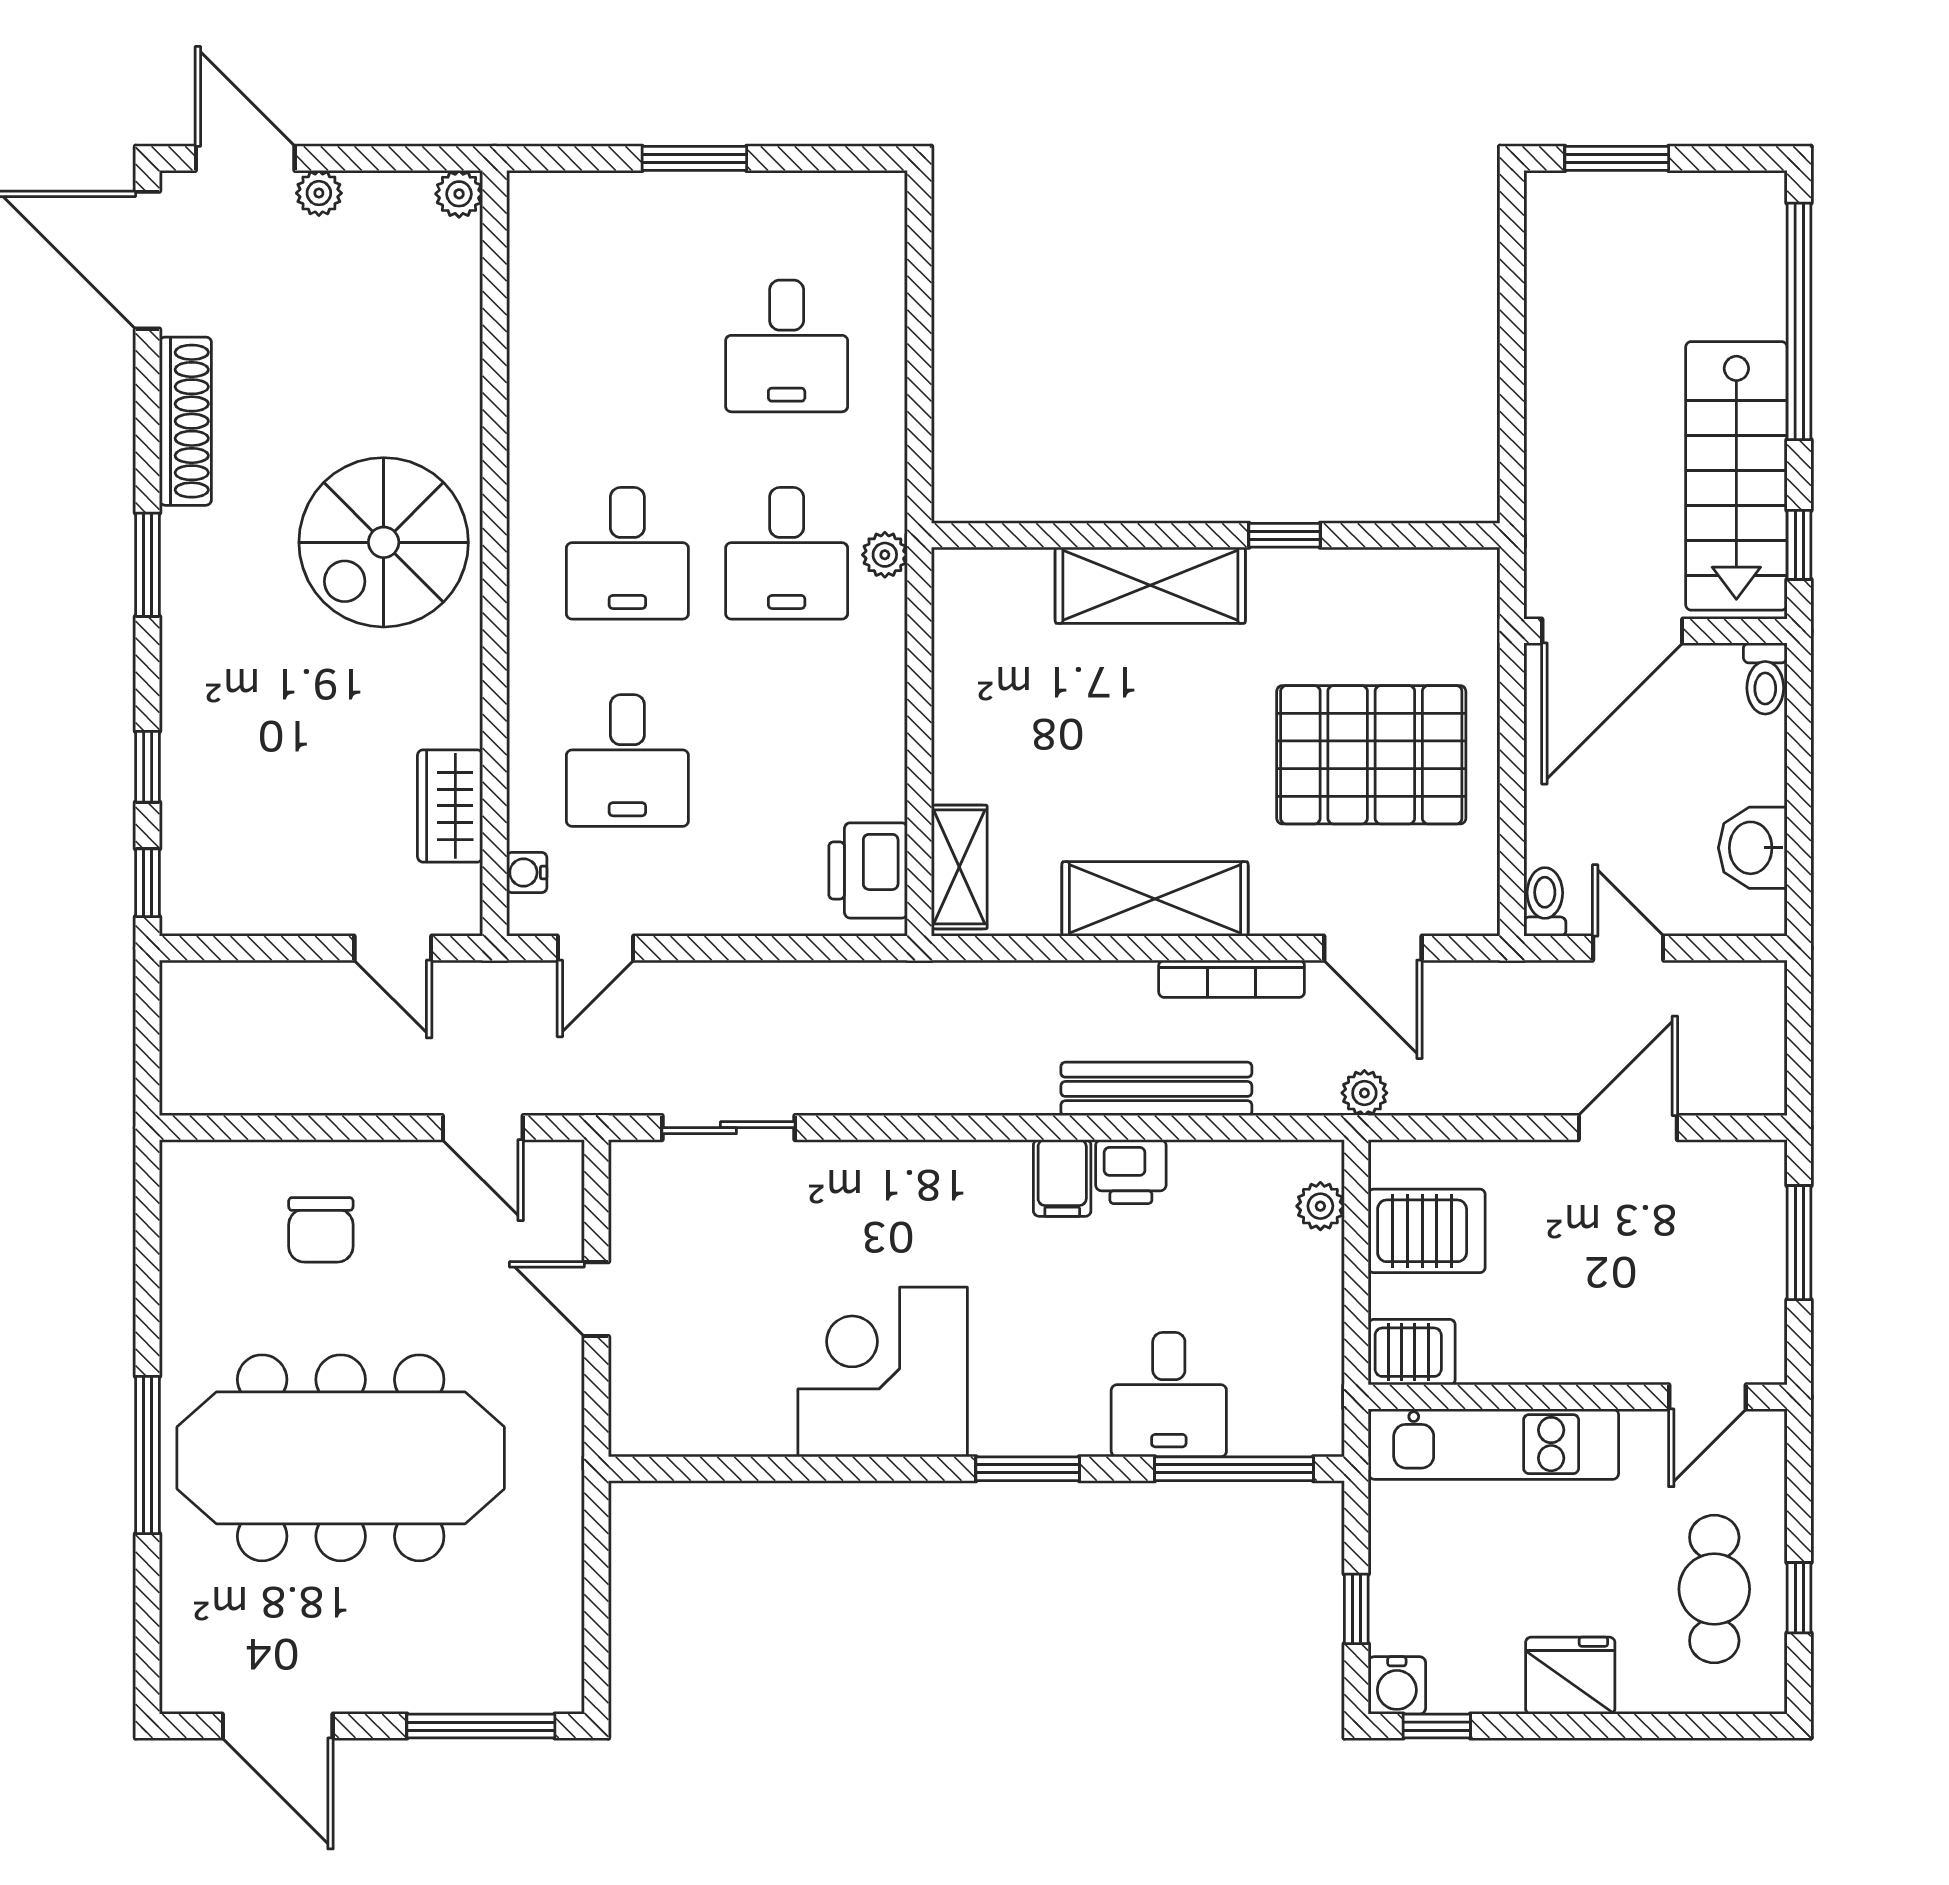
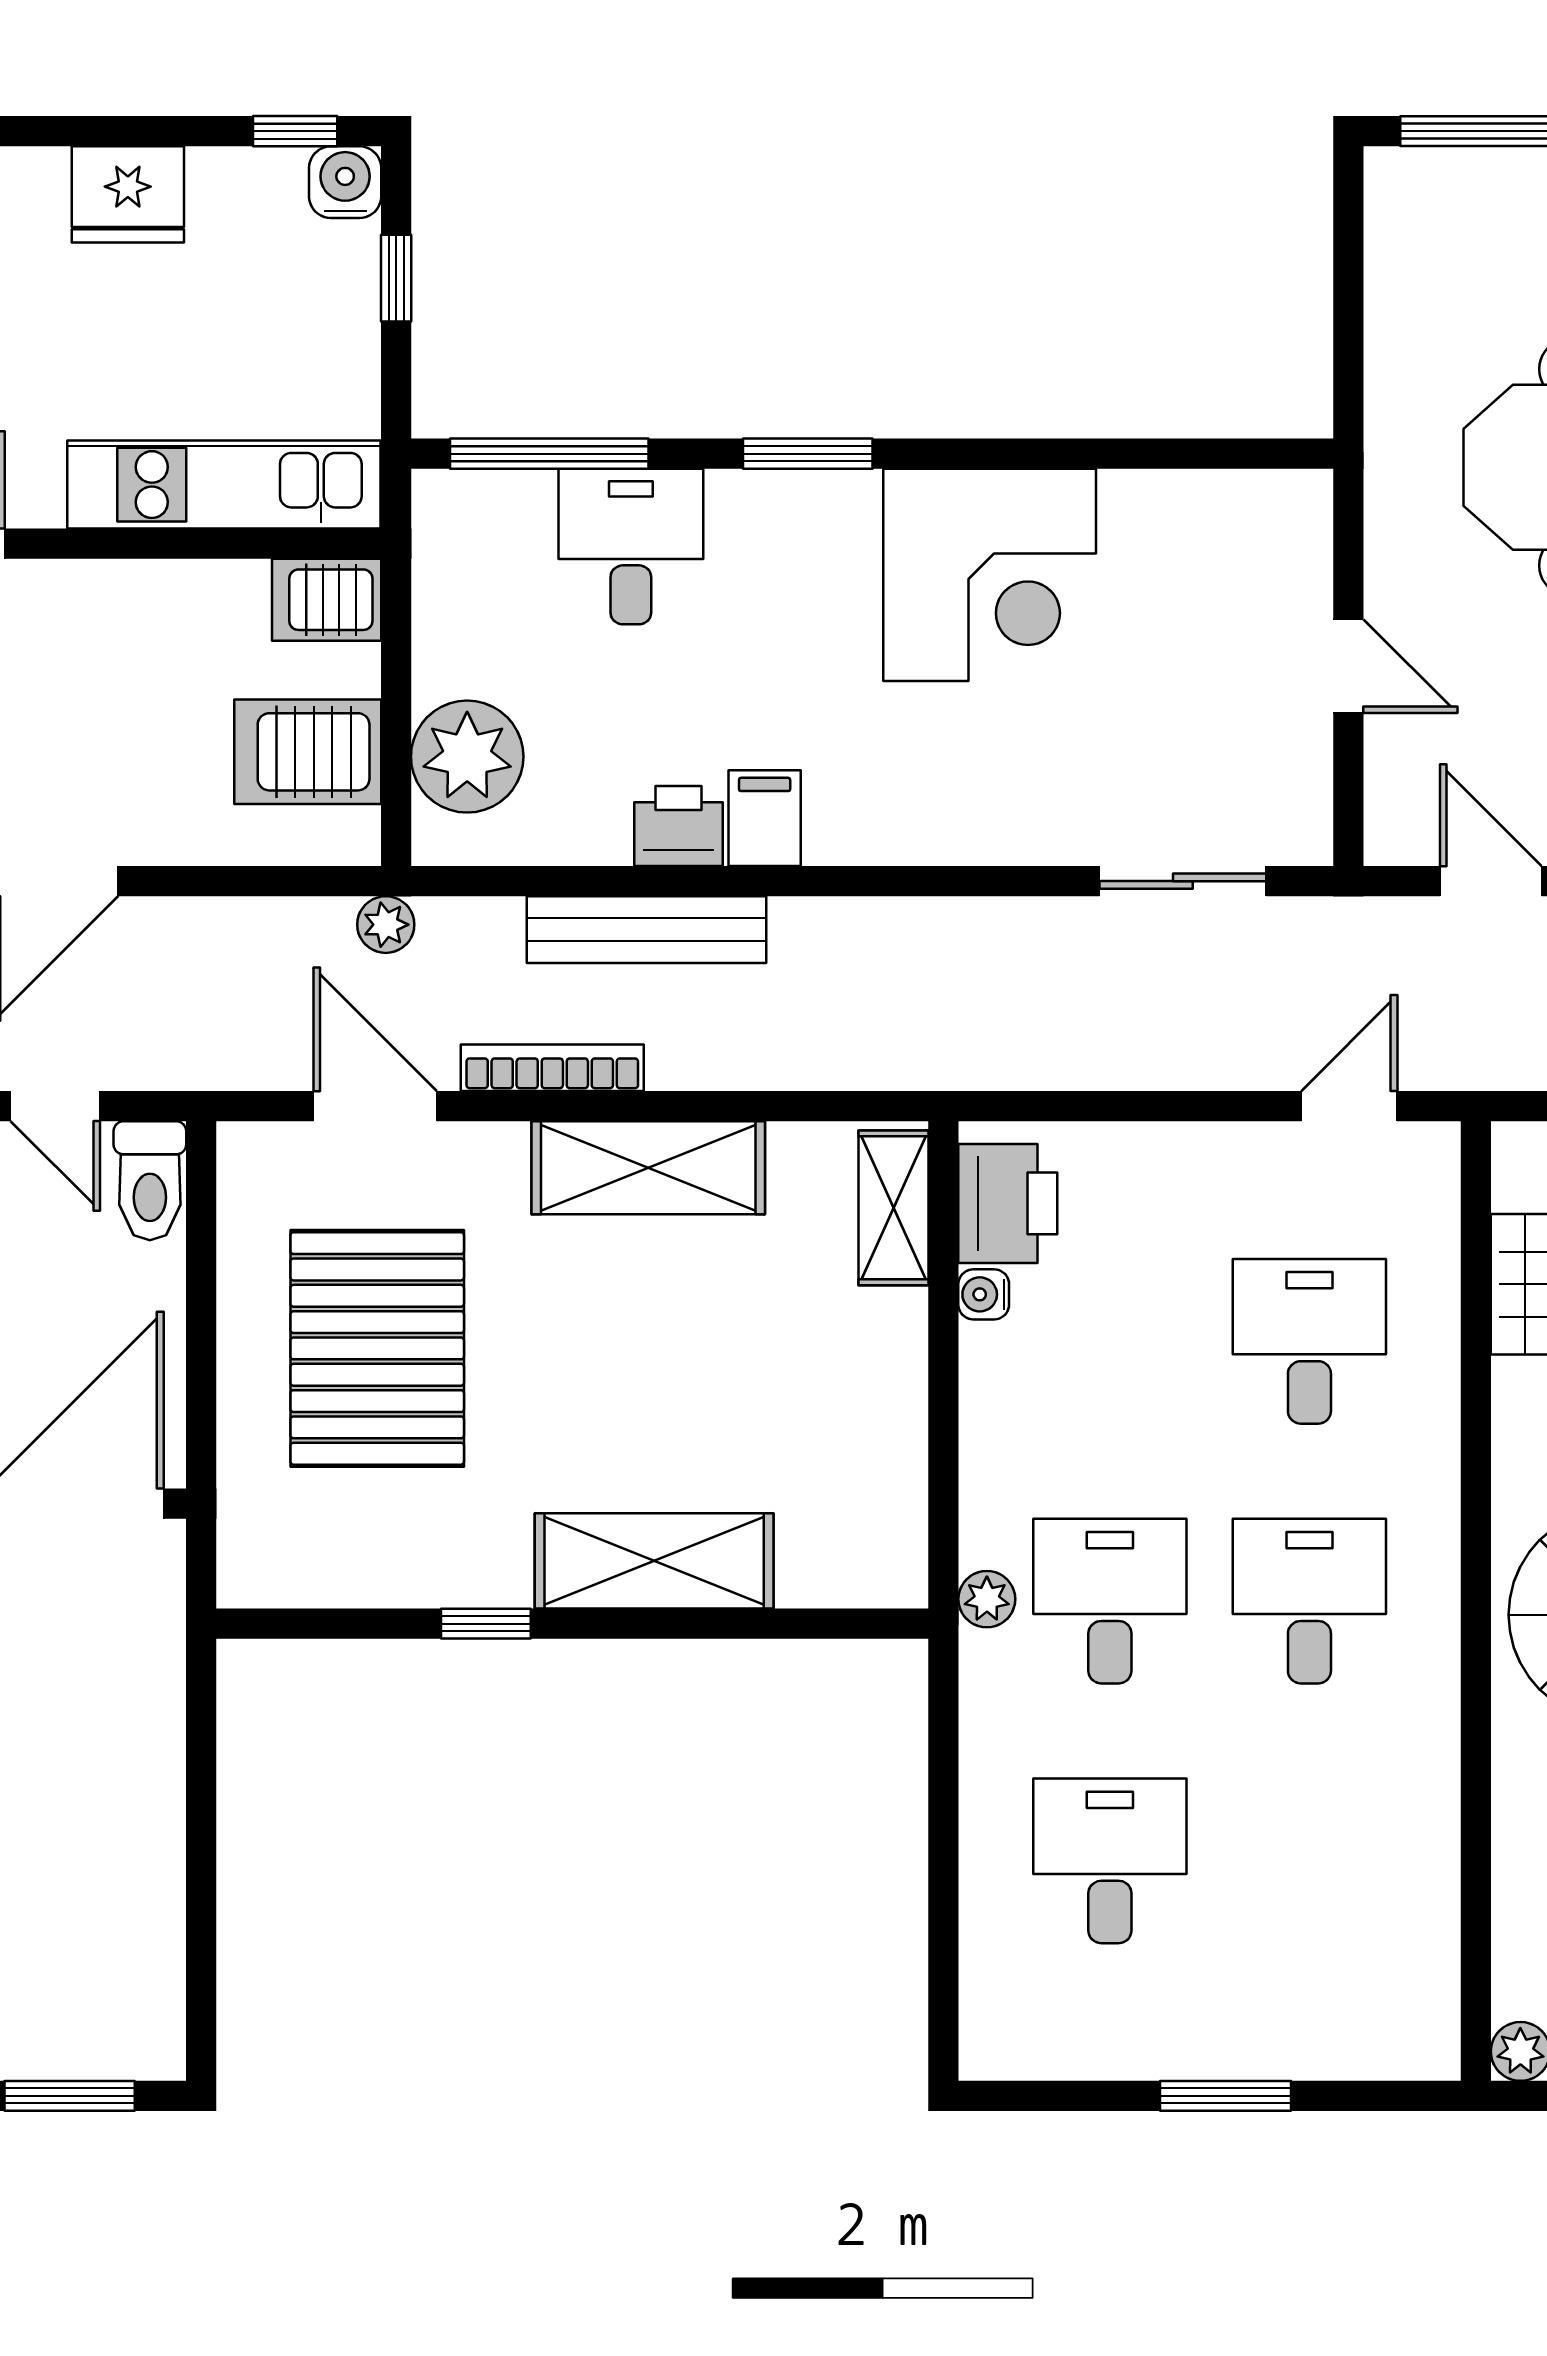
pallet: (1371, 755) -> (377, 1348), turned 90
water cooler: (527, 872) -> (984, 1294), moved, turned 180
toilet: (1545, 902) -> (150, 1181), width x1.37, depth x1.39
plant: (1320, 1206) -> (467, 757), width x1.87, depth x1.87

